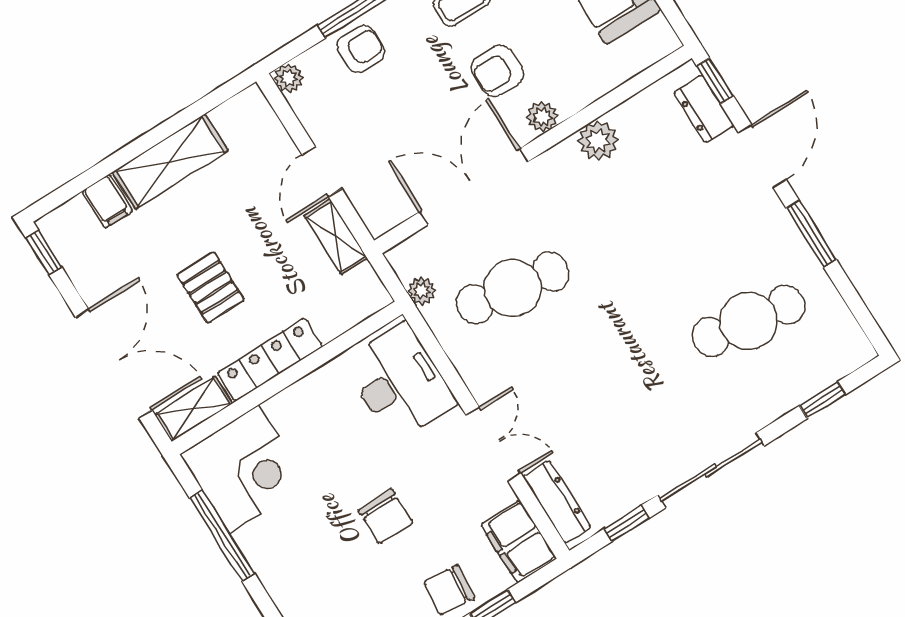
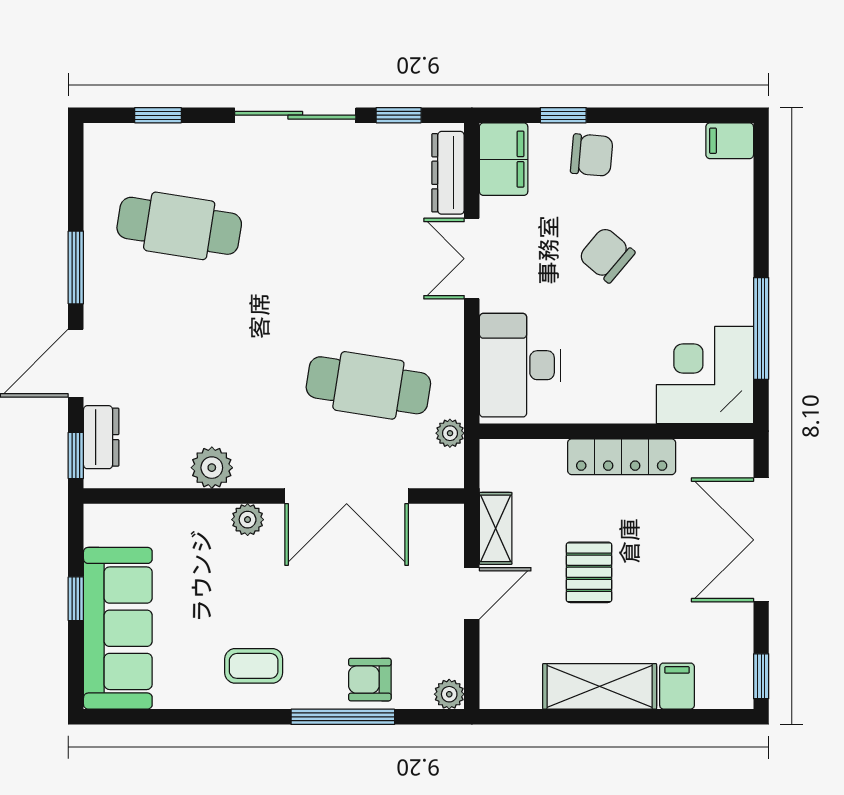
armchair: (497, 71) -> (262, 585), removed
pallet: (211, 287) -> (589, 572), moved
shelving: (194, 409) -> (716, 456), removed
chair: (386, 516) -> (607, 255), turned -50

